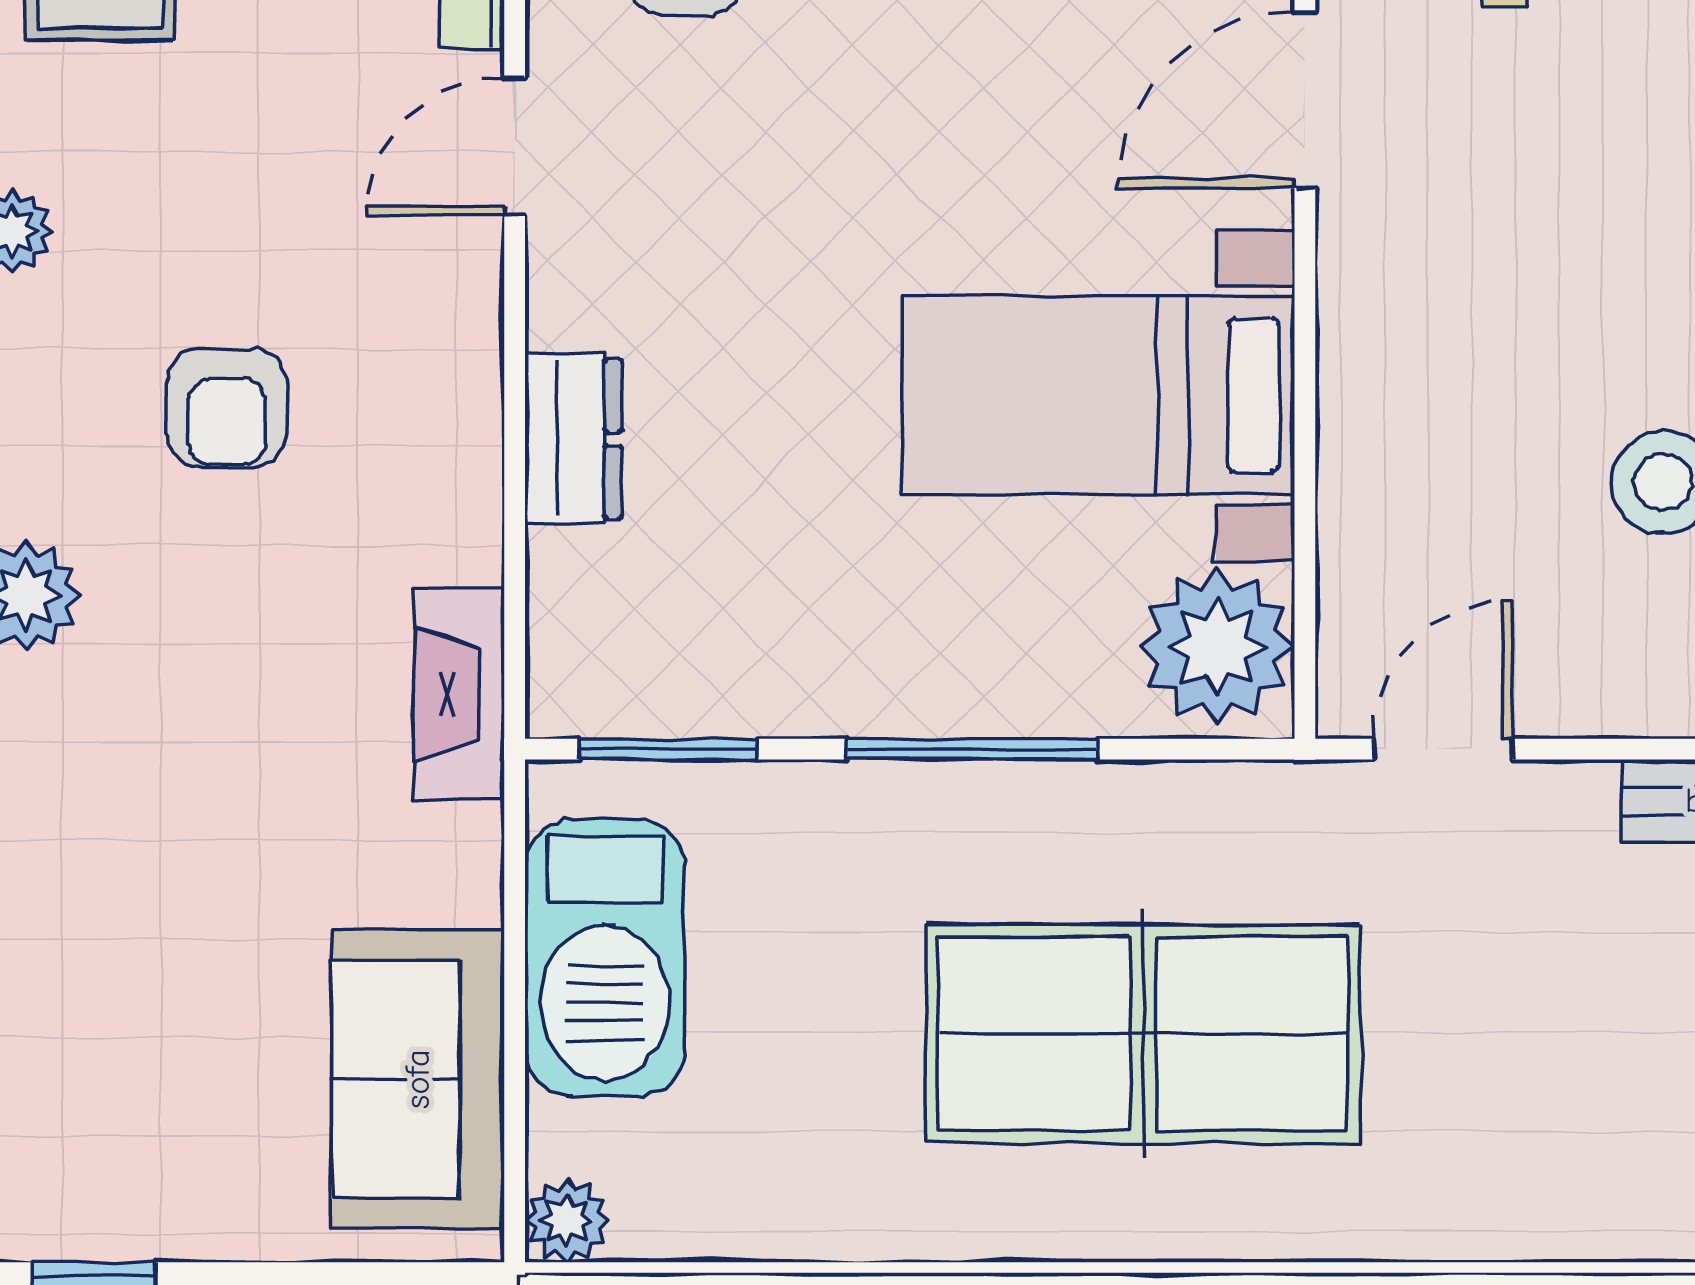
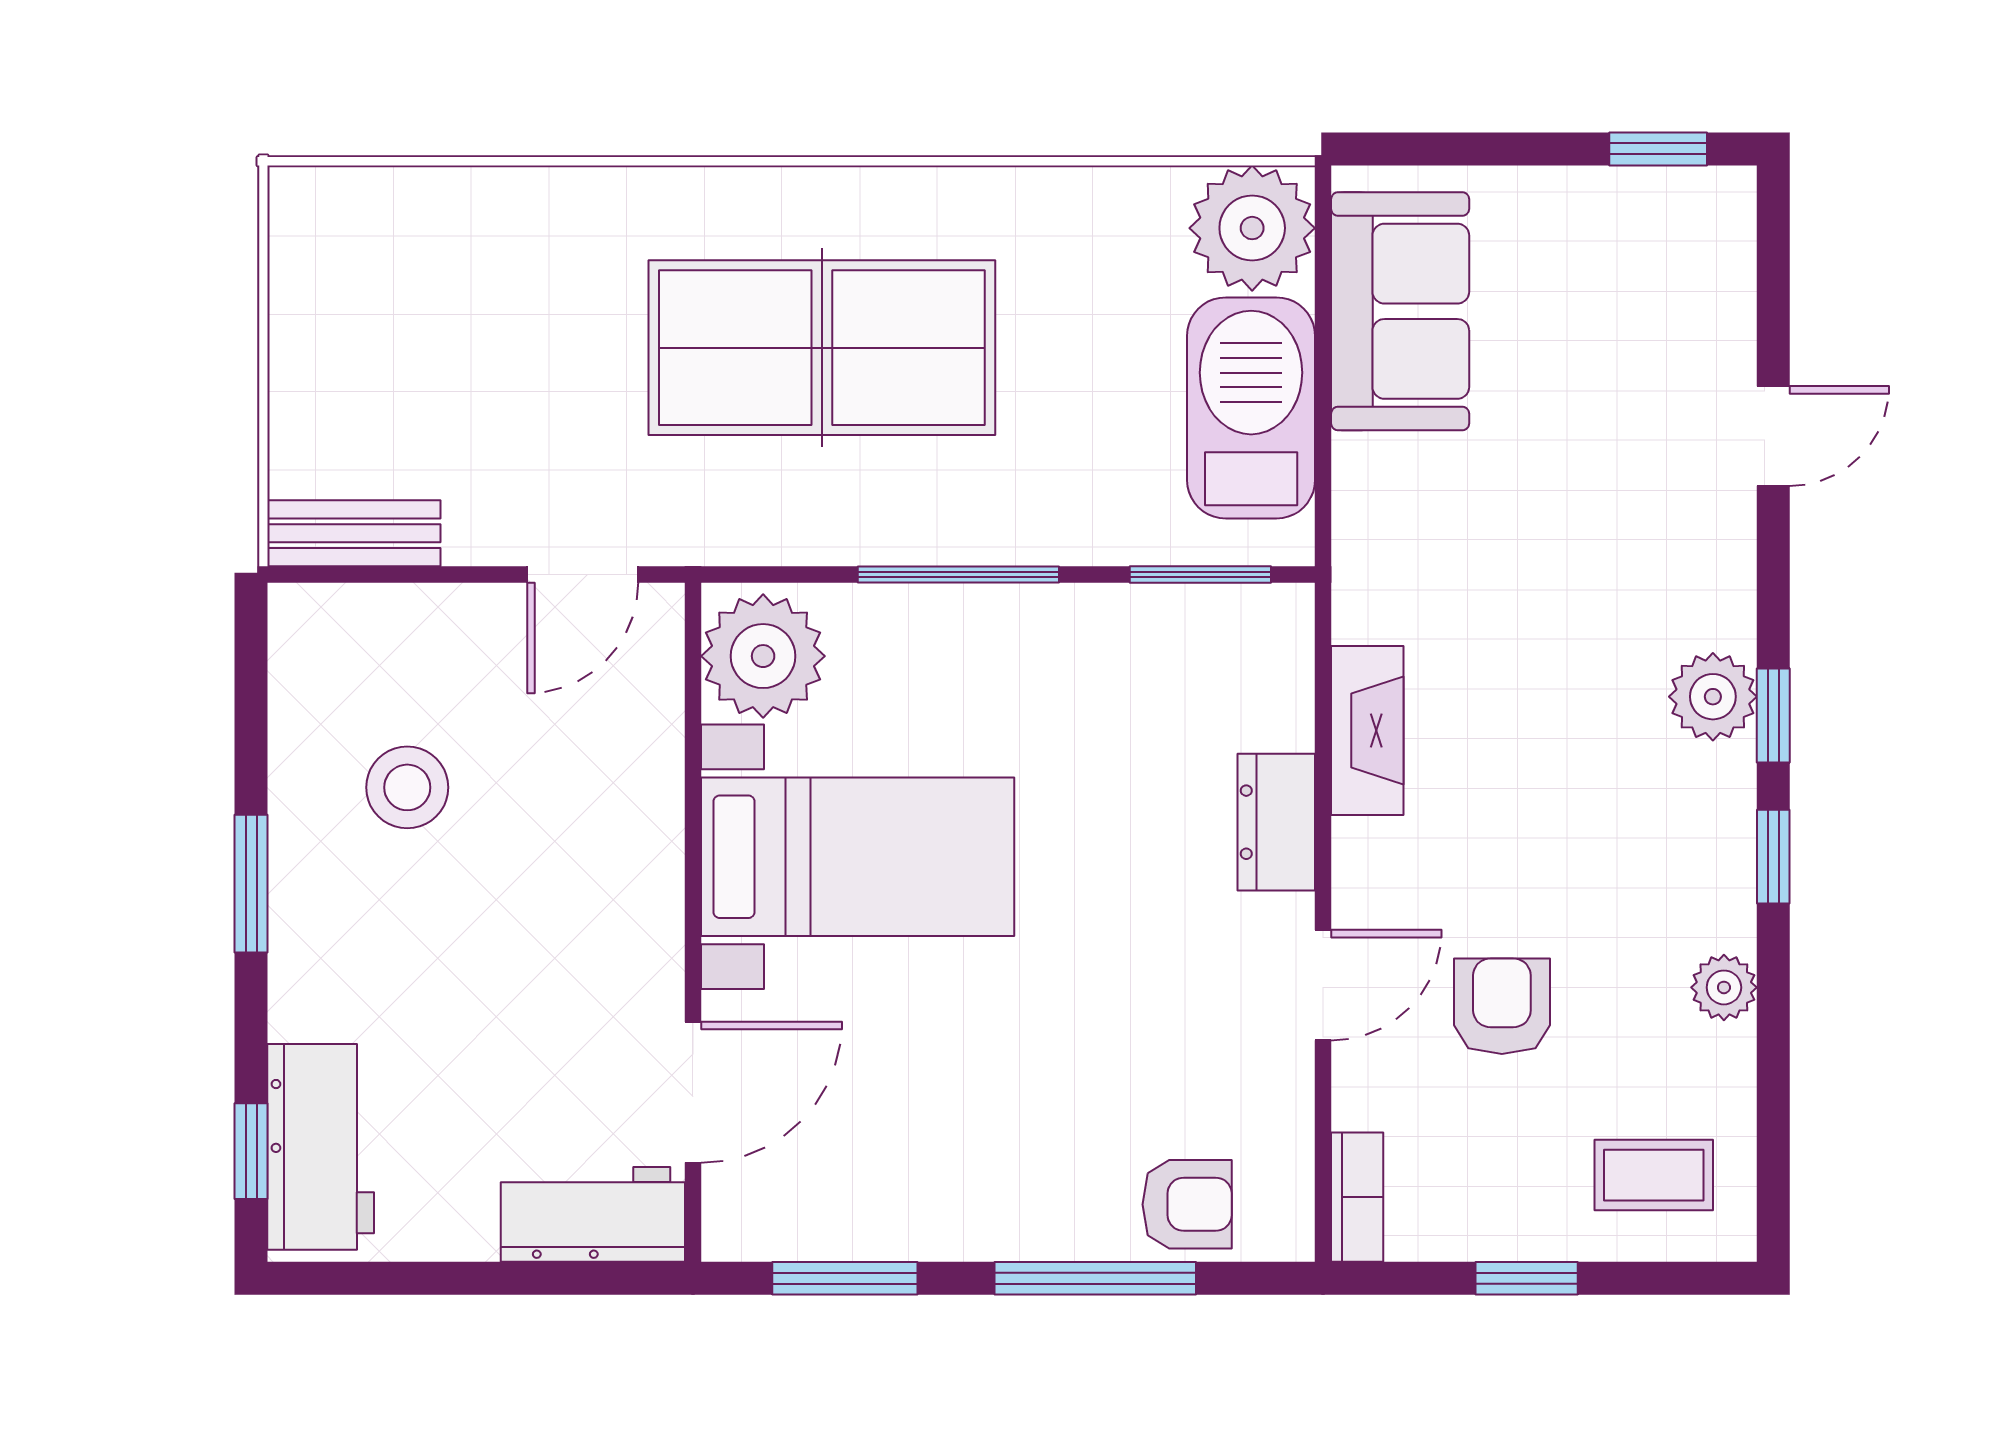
door: (515, 147) -> (1323, 985), moved
armchair: (227, 407) -> (1502, 1006), moved
fireplace: (459, 695) -> (1367, 731), moved
plant: (567, 1220) -> (1252, 228), width x1.88, depth x1.88

